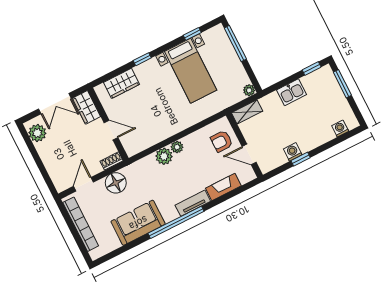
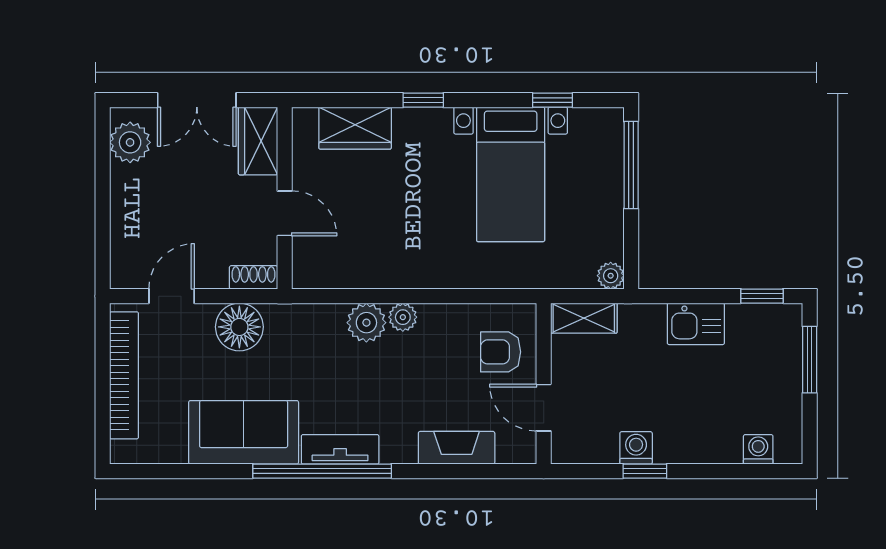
tv unit: (193, 203) -> (340, 449), moved

